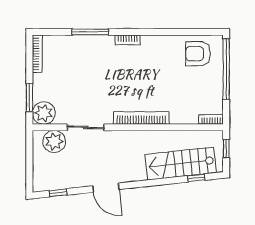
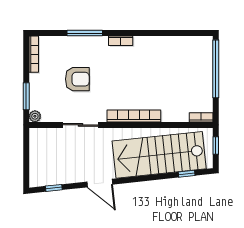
armchair: (198, 54) -> (77, 79), moved, turned 180
plant: (44, 113) -> (35, 116), width x0.53, depth x0.53
plant: (54, 142) -> (50, 139), removed
stairs: (181, 164) -> (159, 155), width x1.36, depth x1.51

